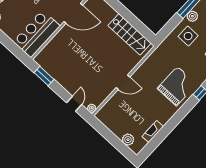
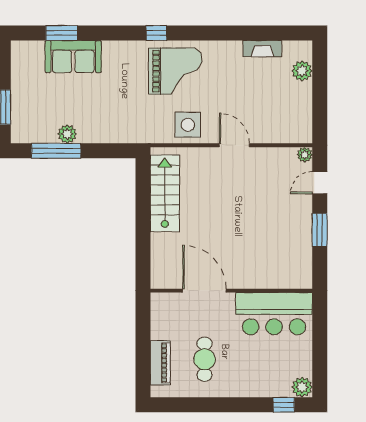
side table: (188, 36) -> (188, 125), moved
window: (44, 76) -> (320, 230), moved
grand piano: (177, 86) -> (175, 71), turned 180

